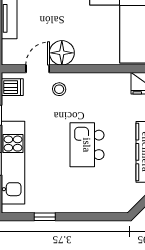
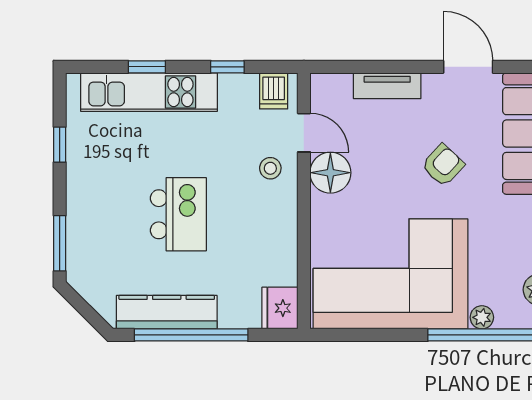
kitchen island: (87, 145) -> (178, 214), turned 90
window: (105, 217) -> (60, 243), added

